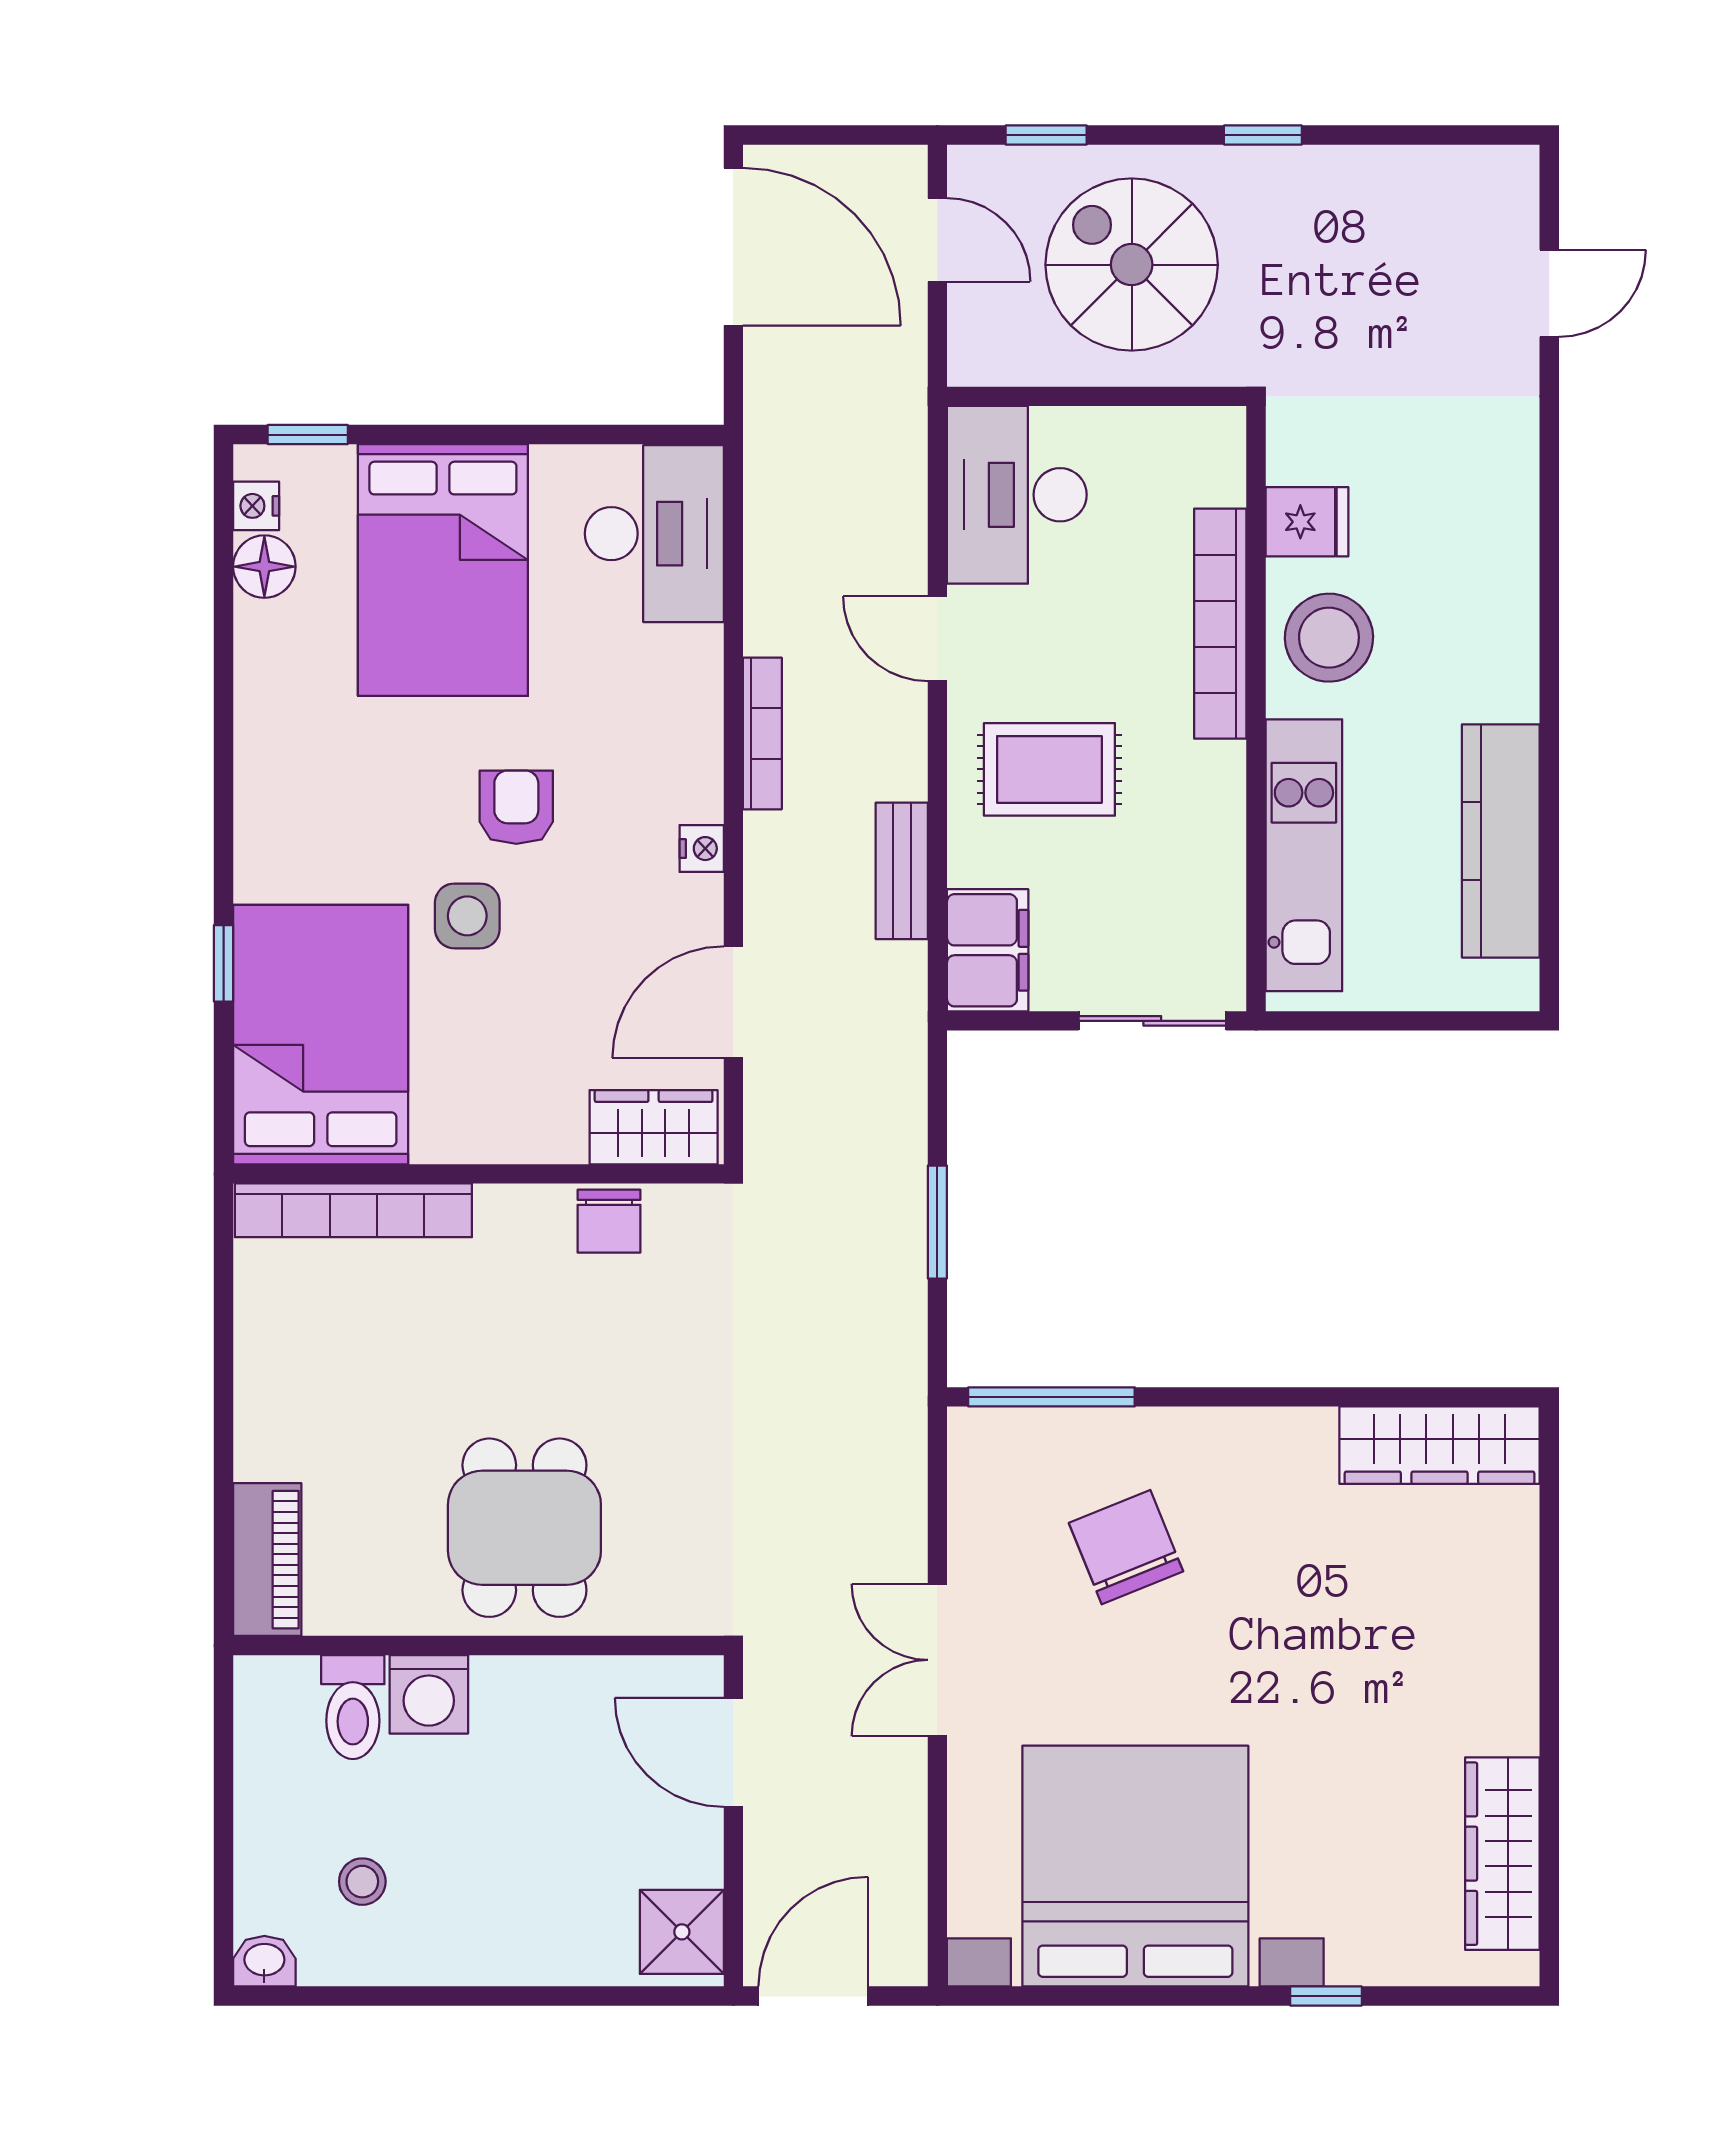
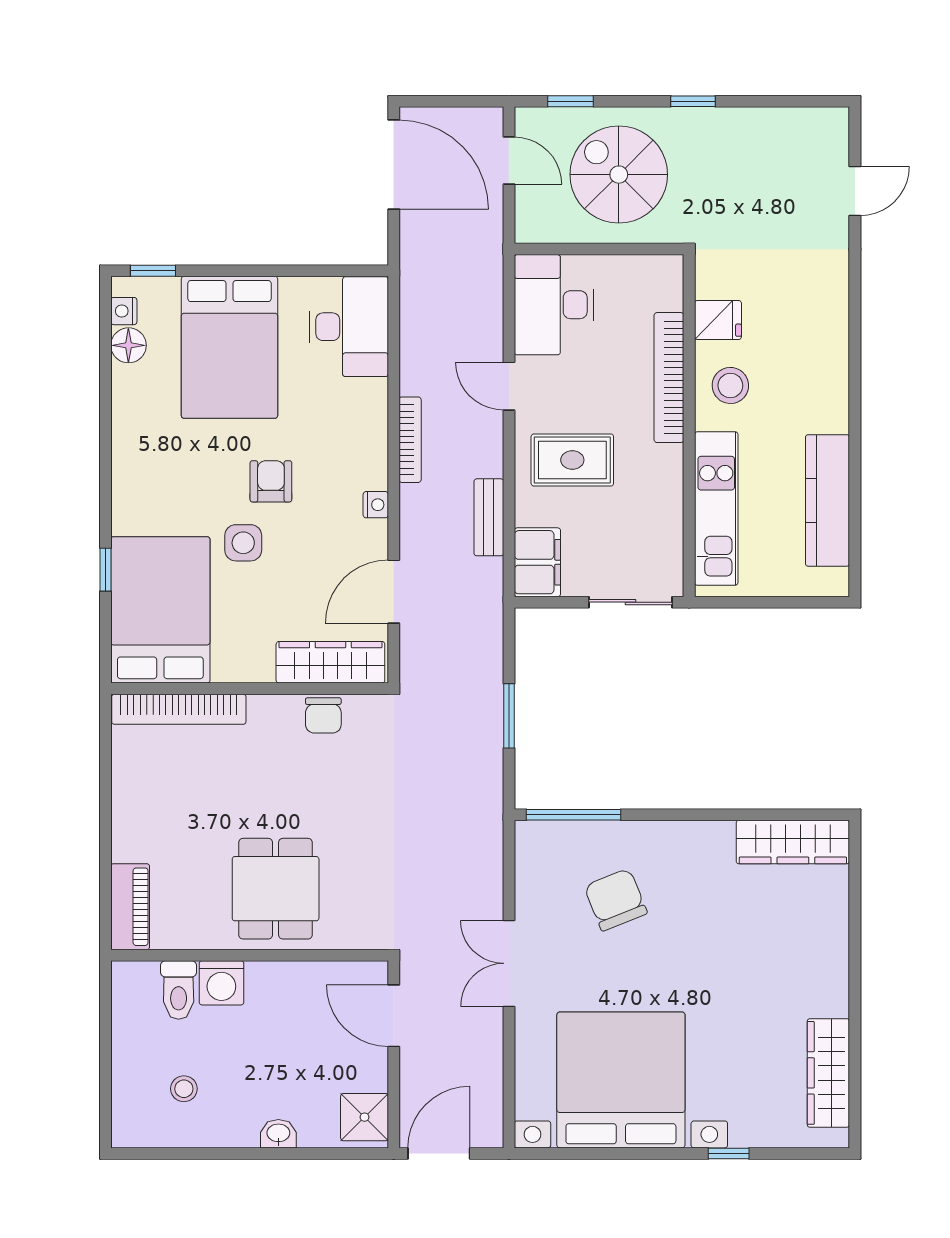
stool: (1329, 638) -> (730, 385), width x0.73, depth x0.73
wardrobe: (654, 1127) -> (330, 662), width x1.50
washbasin: (264, 1961) -> (278, 1134), moved

